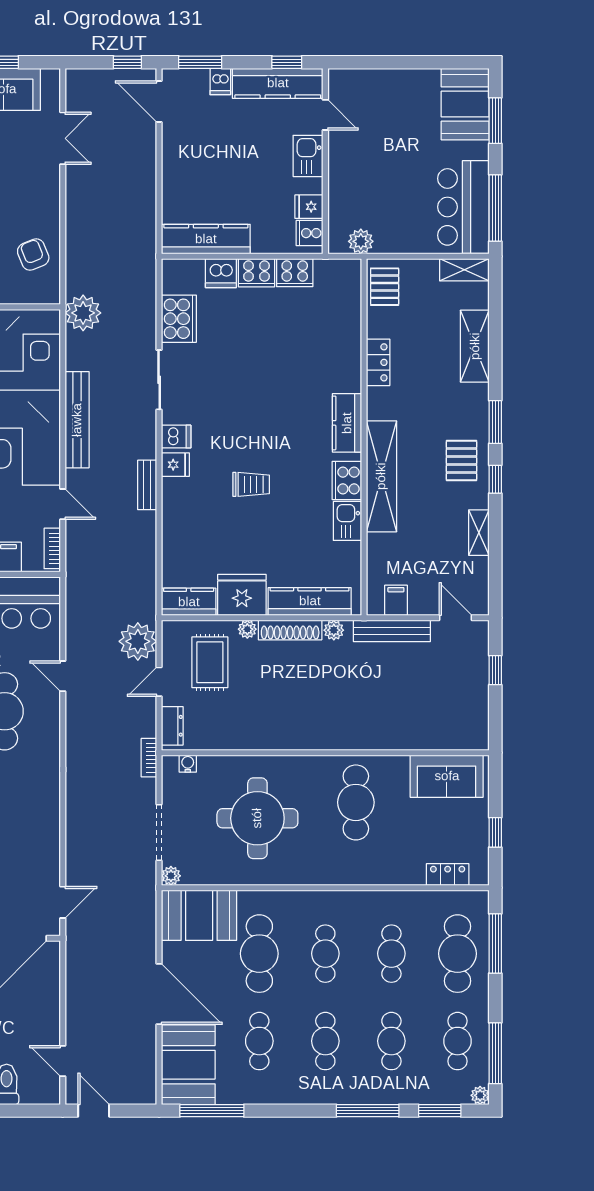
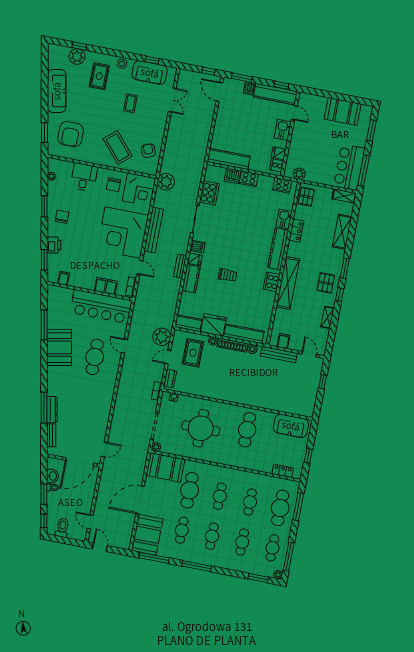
booth: (465, 104) -> (343, 111), moved, turned 90
cooker: (295, 273) -> (282, 185), moved
kitchen counter: (347, 423) -> (278, 249), width x1.50
kitchen counter: (176, 507) -> (191, 279), added
kitchen sink: (347, 521) -> (284, 219), moved
door: (159, 994) -> (140, 500), swing flipped
window: (368, 1111) -> (197, 566), moved

